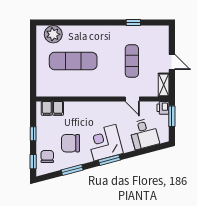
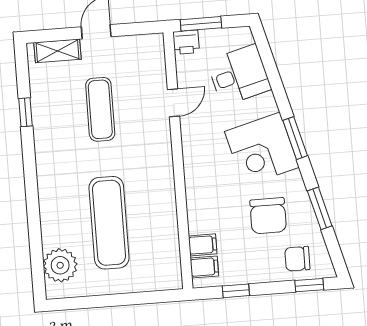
exercise mat: (132, 61) -> (100, 109), turned 90
shelving: (164, 85) -> (57, 51), moved
window: (33, 134) -> (236, 291), moved

